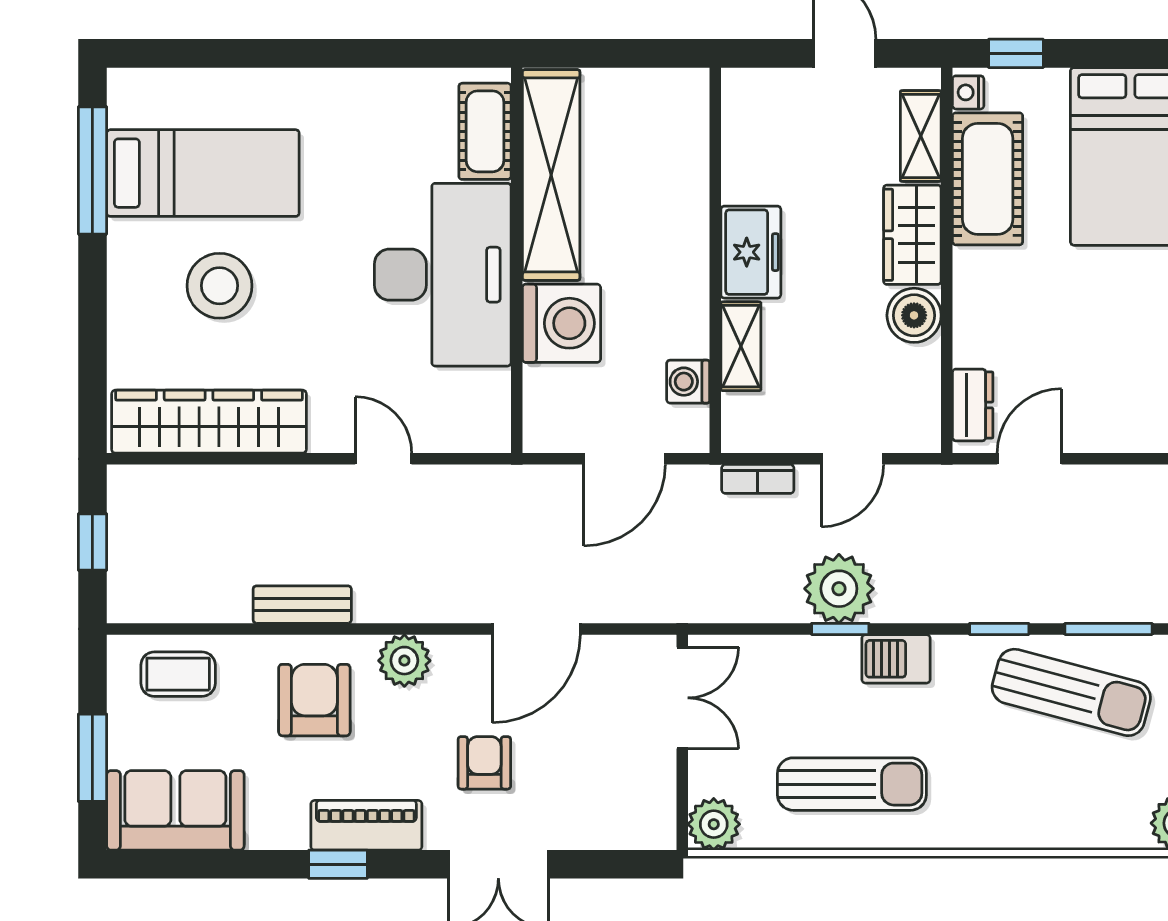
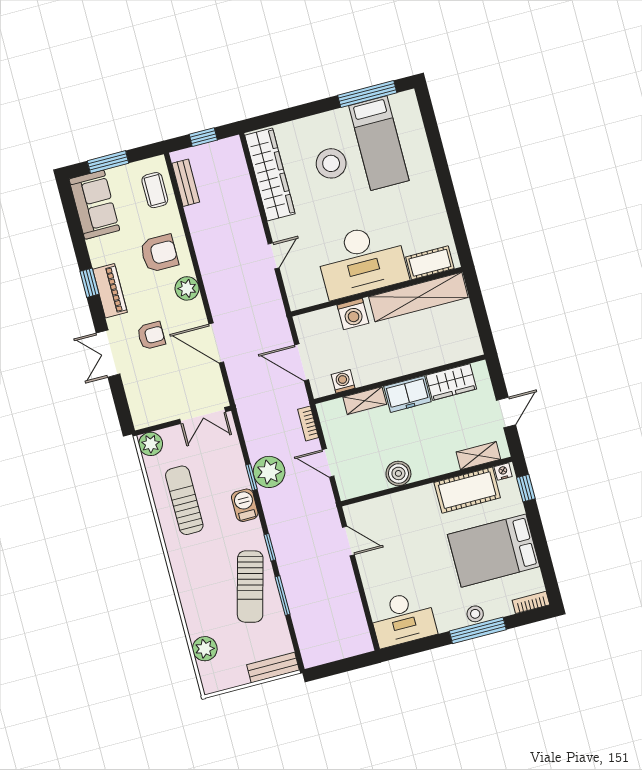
wardrobe: (912, 235) -> (451, 382), moved, turned 180
washing machine: (562, 323) -> (353, 314), width x0.73, depth x0.73
dresser: (973, 405) -> (366, 510), removed
bench: (302, 605) -> (186, 183), moved
sun lounger: (852, 784) -> (184, 500), turned 180

